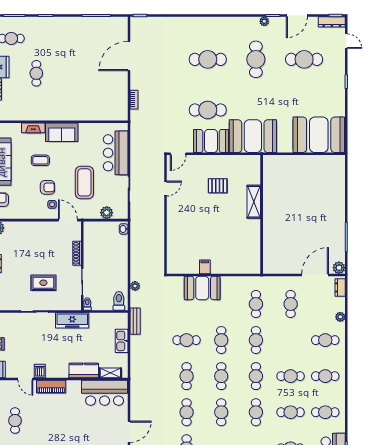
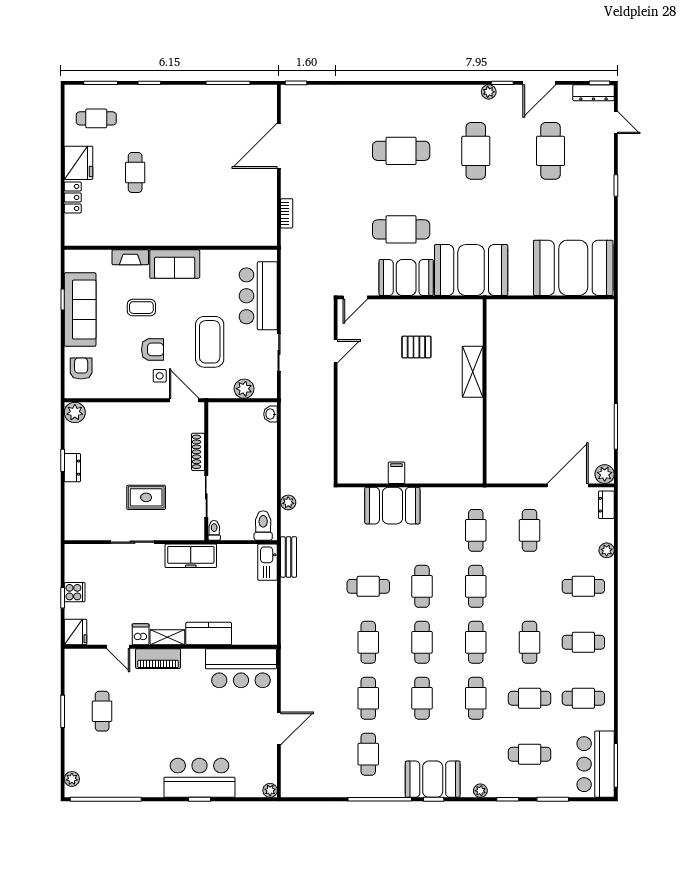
cafe table: (304, 59) -> (551, 151), turned 90
kitchen sink: (122, 341) -> (268, 562), moved
shelving: (110, 373) -> (167, 637), moved
cafe table: (291, 376) -> (530, 642), turned 90

